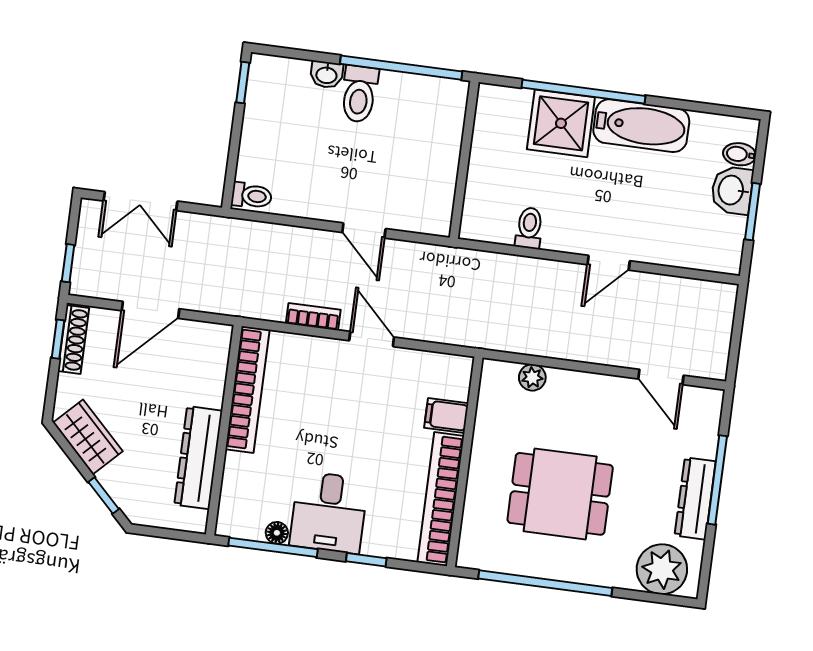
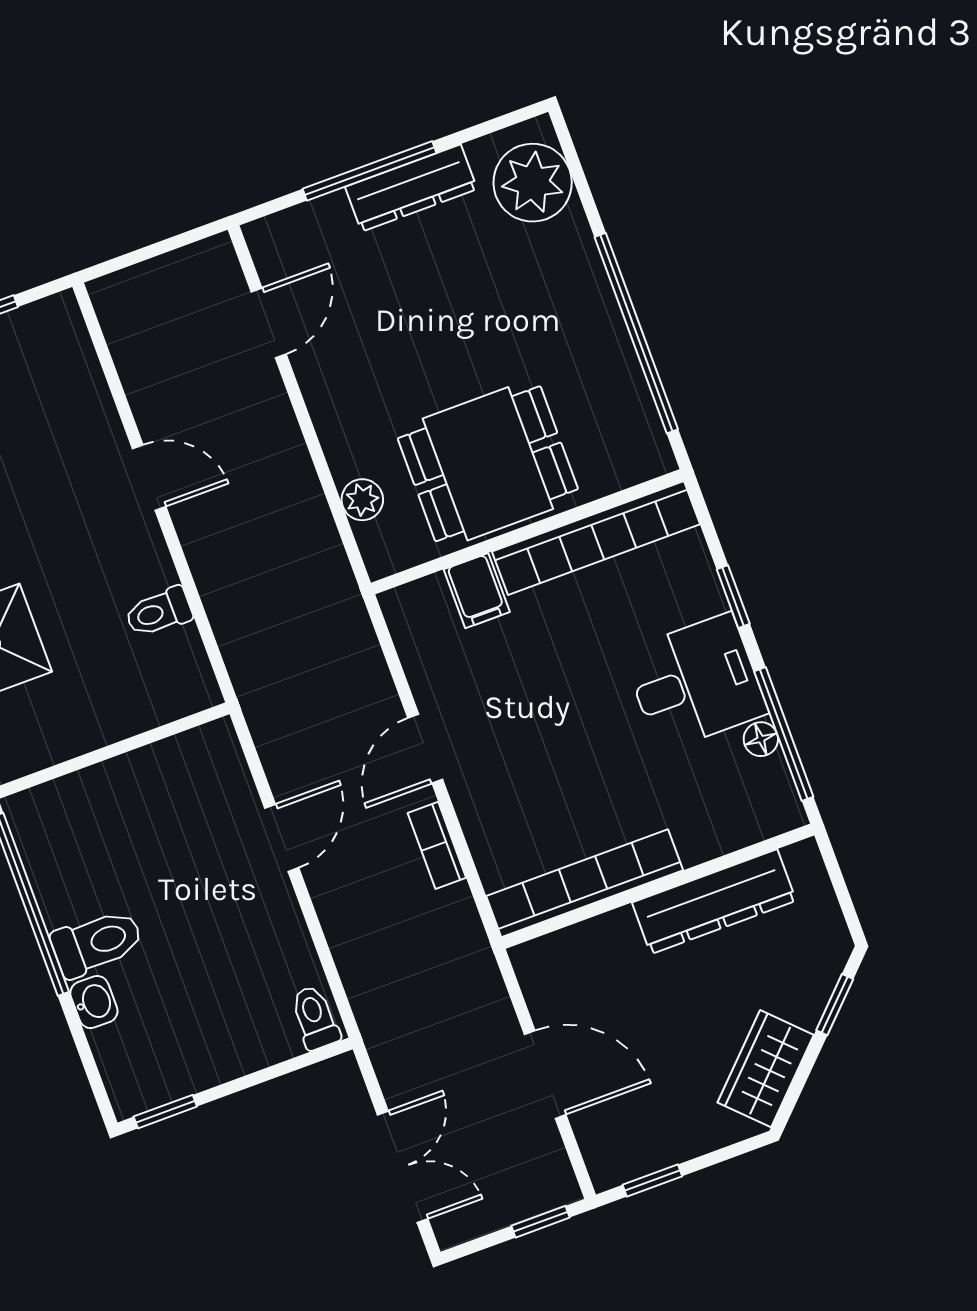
shoe rack: (73, 340) -> (642, 1159), removed
dining table: (560, 494) -> (488, 464), moved, turned 90

